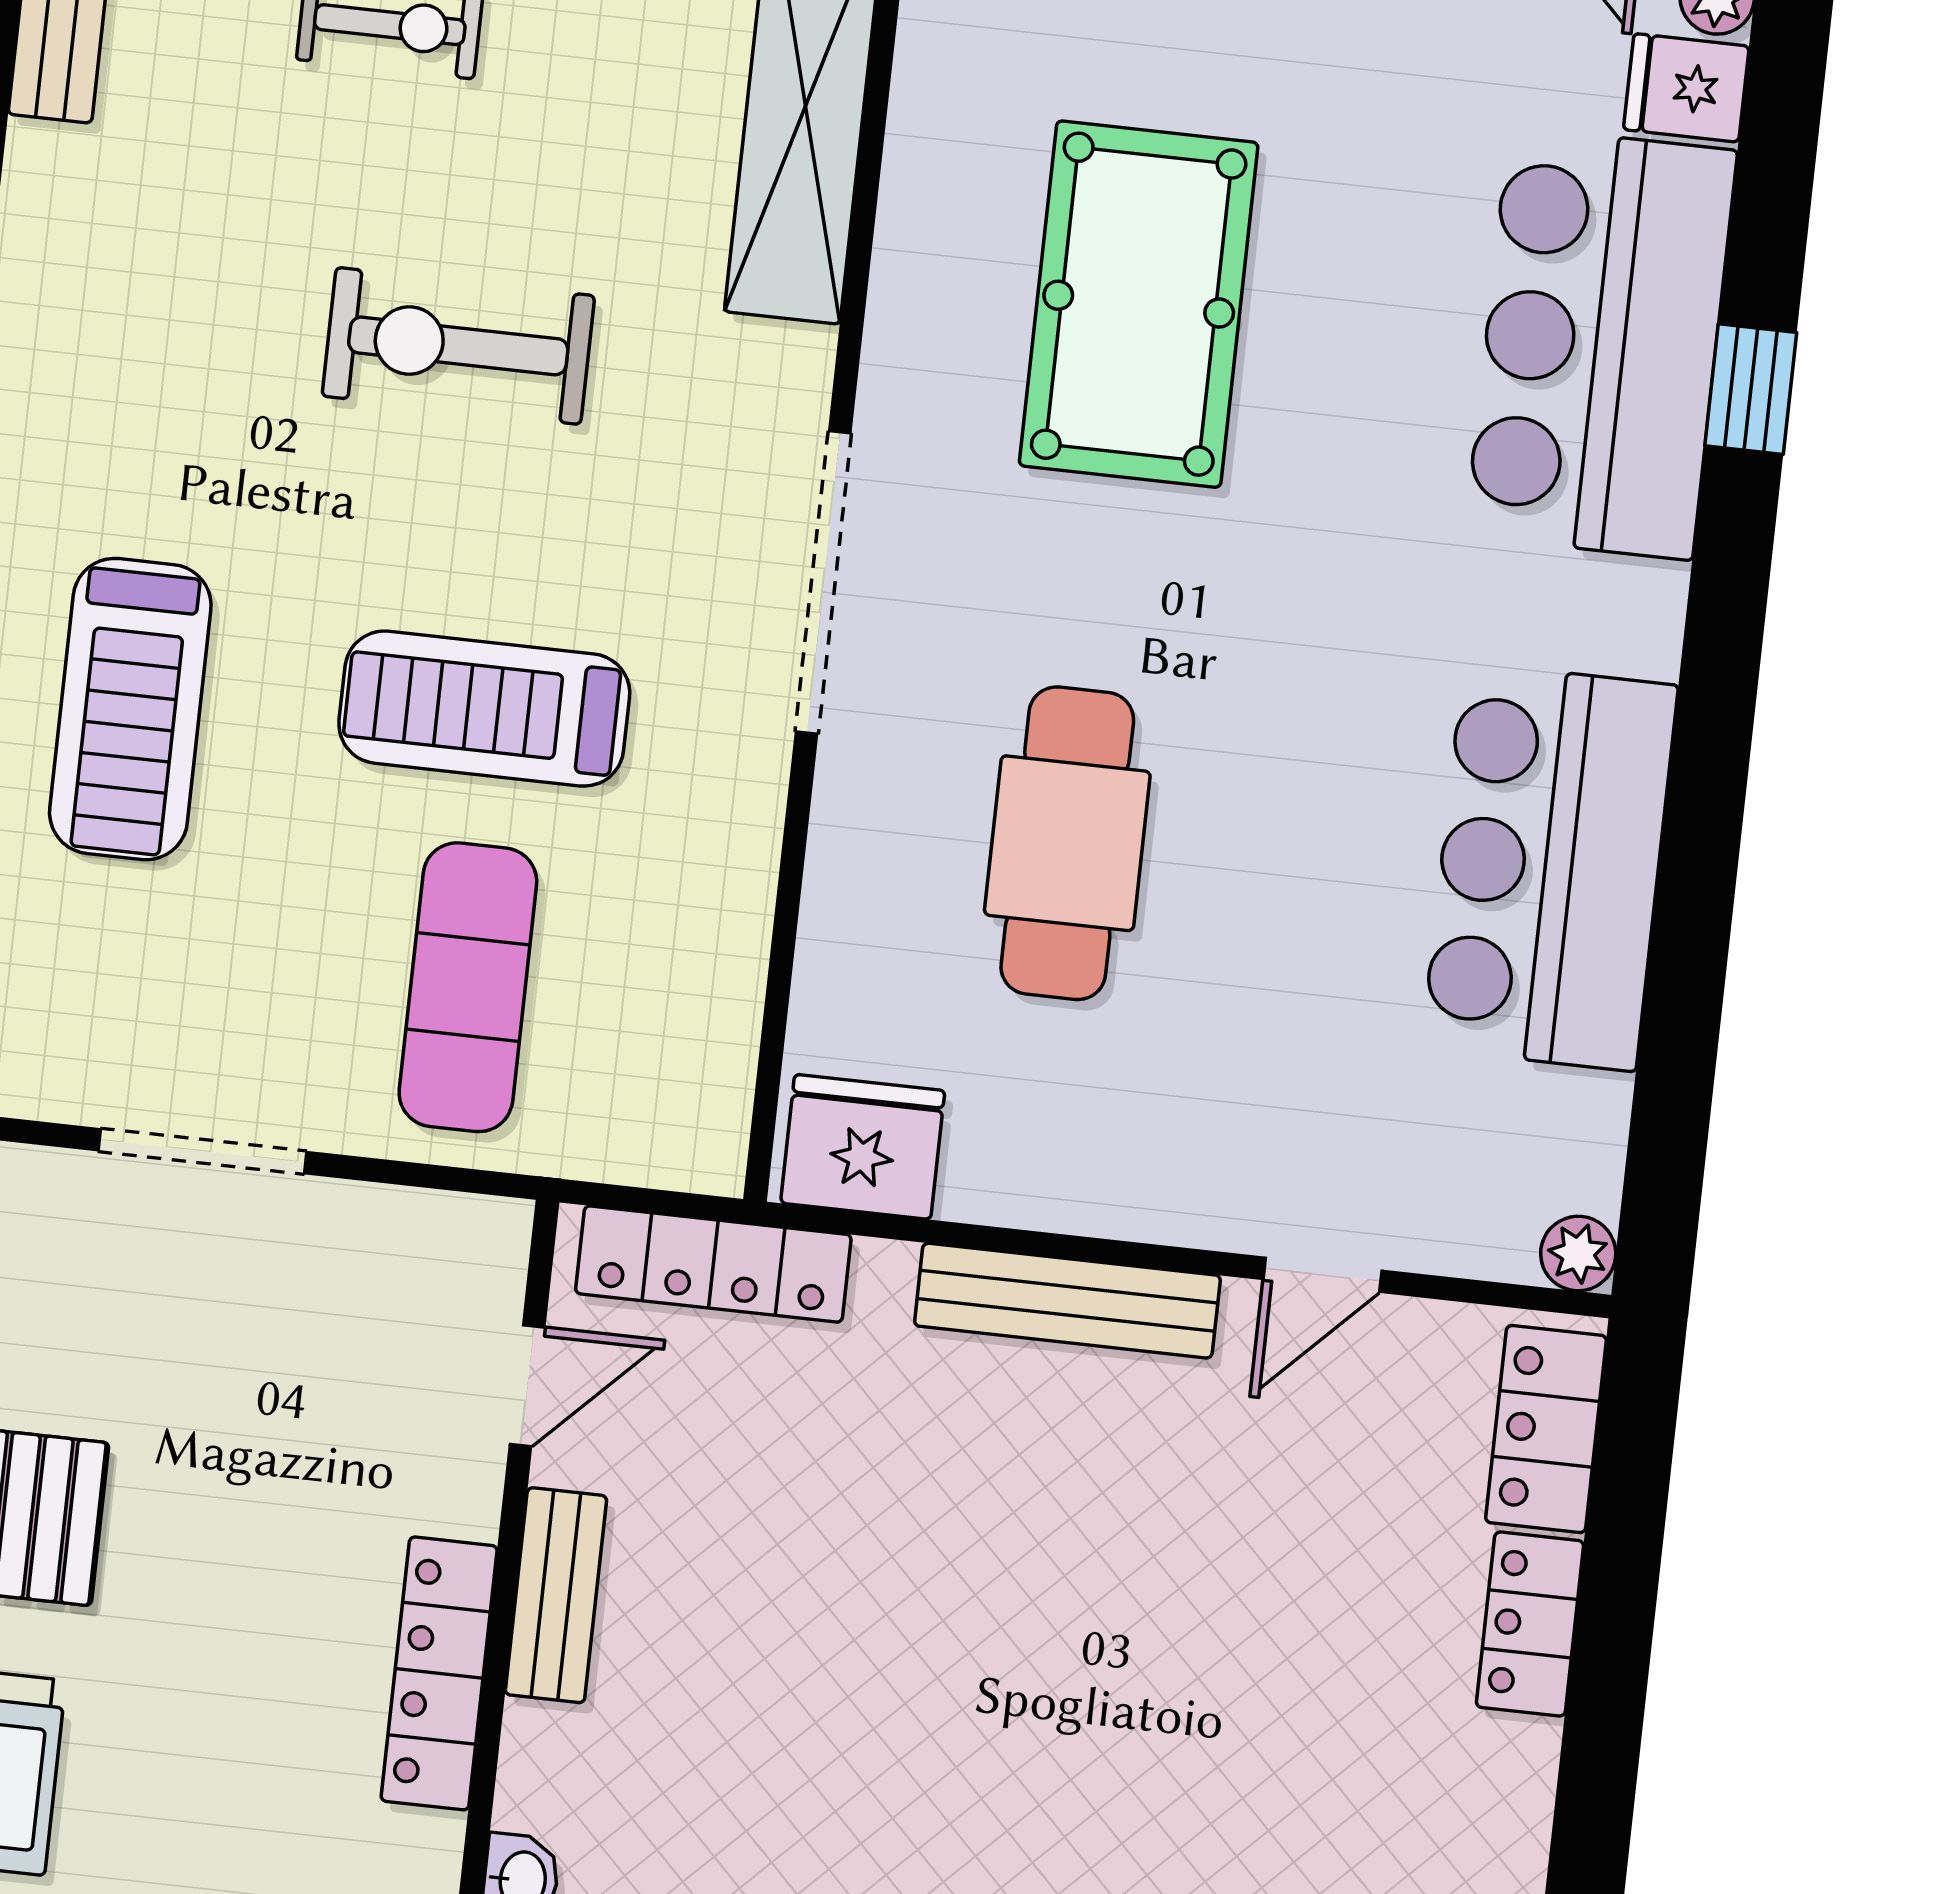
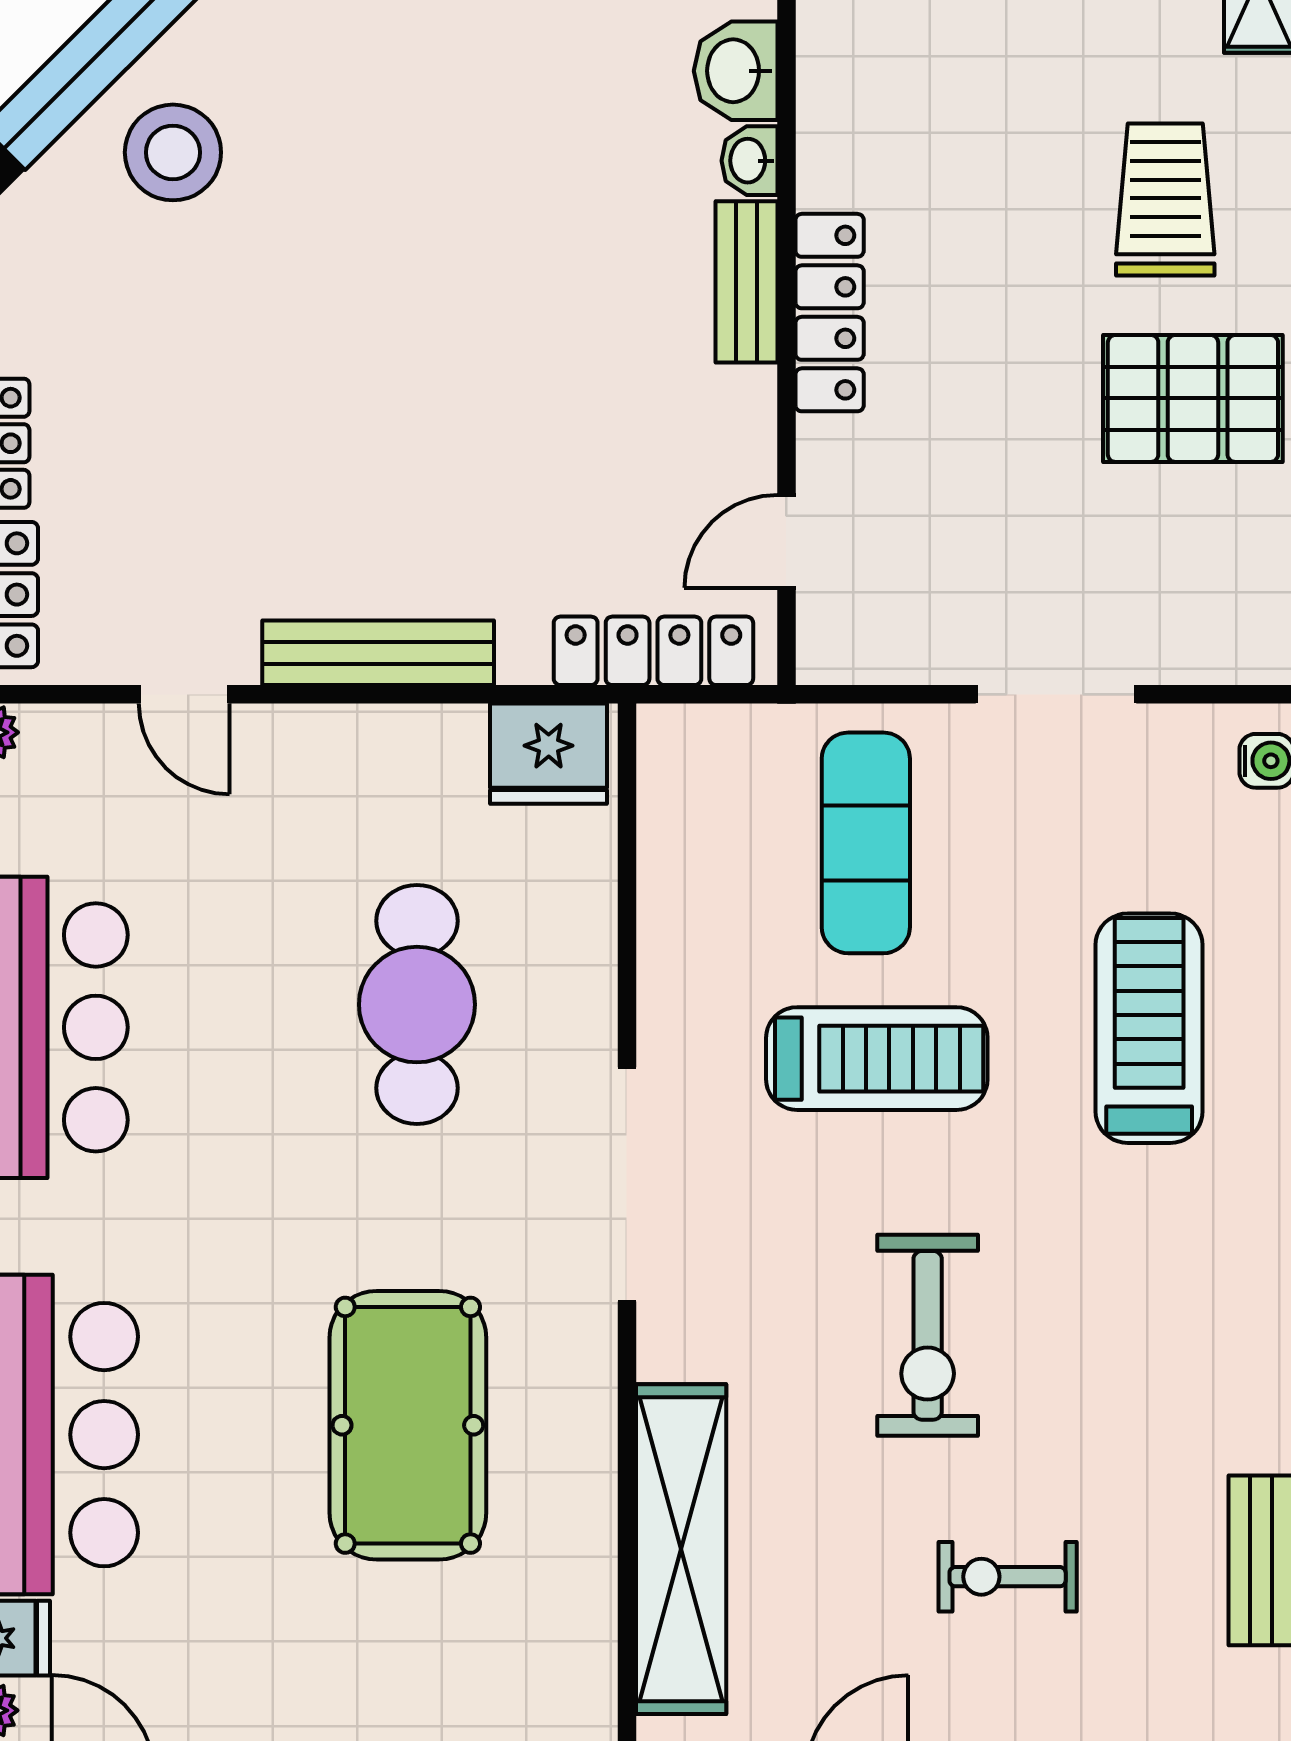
exercise bike: (458, 346) -> (928, 1335), turned 90
door: (1322, 1275) -> (184, 694), swing flipped
bench: (556, 1595) -> (746, 282), moved

